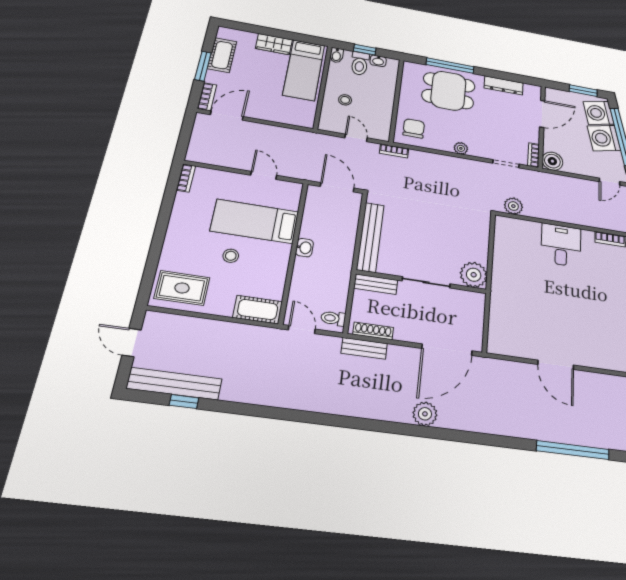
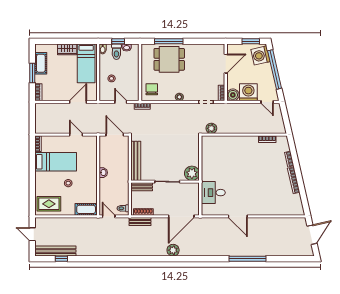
dresser: (504, 85) -> (202, 48), removed
door: (227, 116) -> (78, 102), moved
washing machine: (604, 138) -> (248, 92), moved, turned 103
door: (610, 182) -> (267, 102), hinge flipped
bed: (255, 221) -> (56, 162), moved, turned 180
desk: (561, 245) -> (213, 193), moved, turned -90

